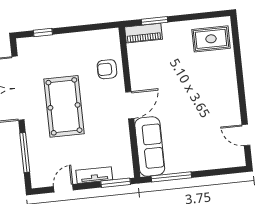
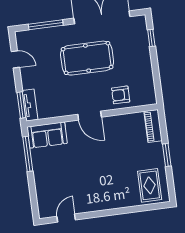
window: (155, 21) -> (167, 155), moved
armchair: (107, 69) -> (121, 95), turned -90
sofa: (150, 146) -> (47, 135), width x0.73
tv unit: (94, 175) -> (30, 105), moved

